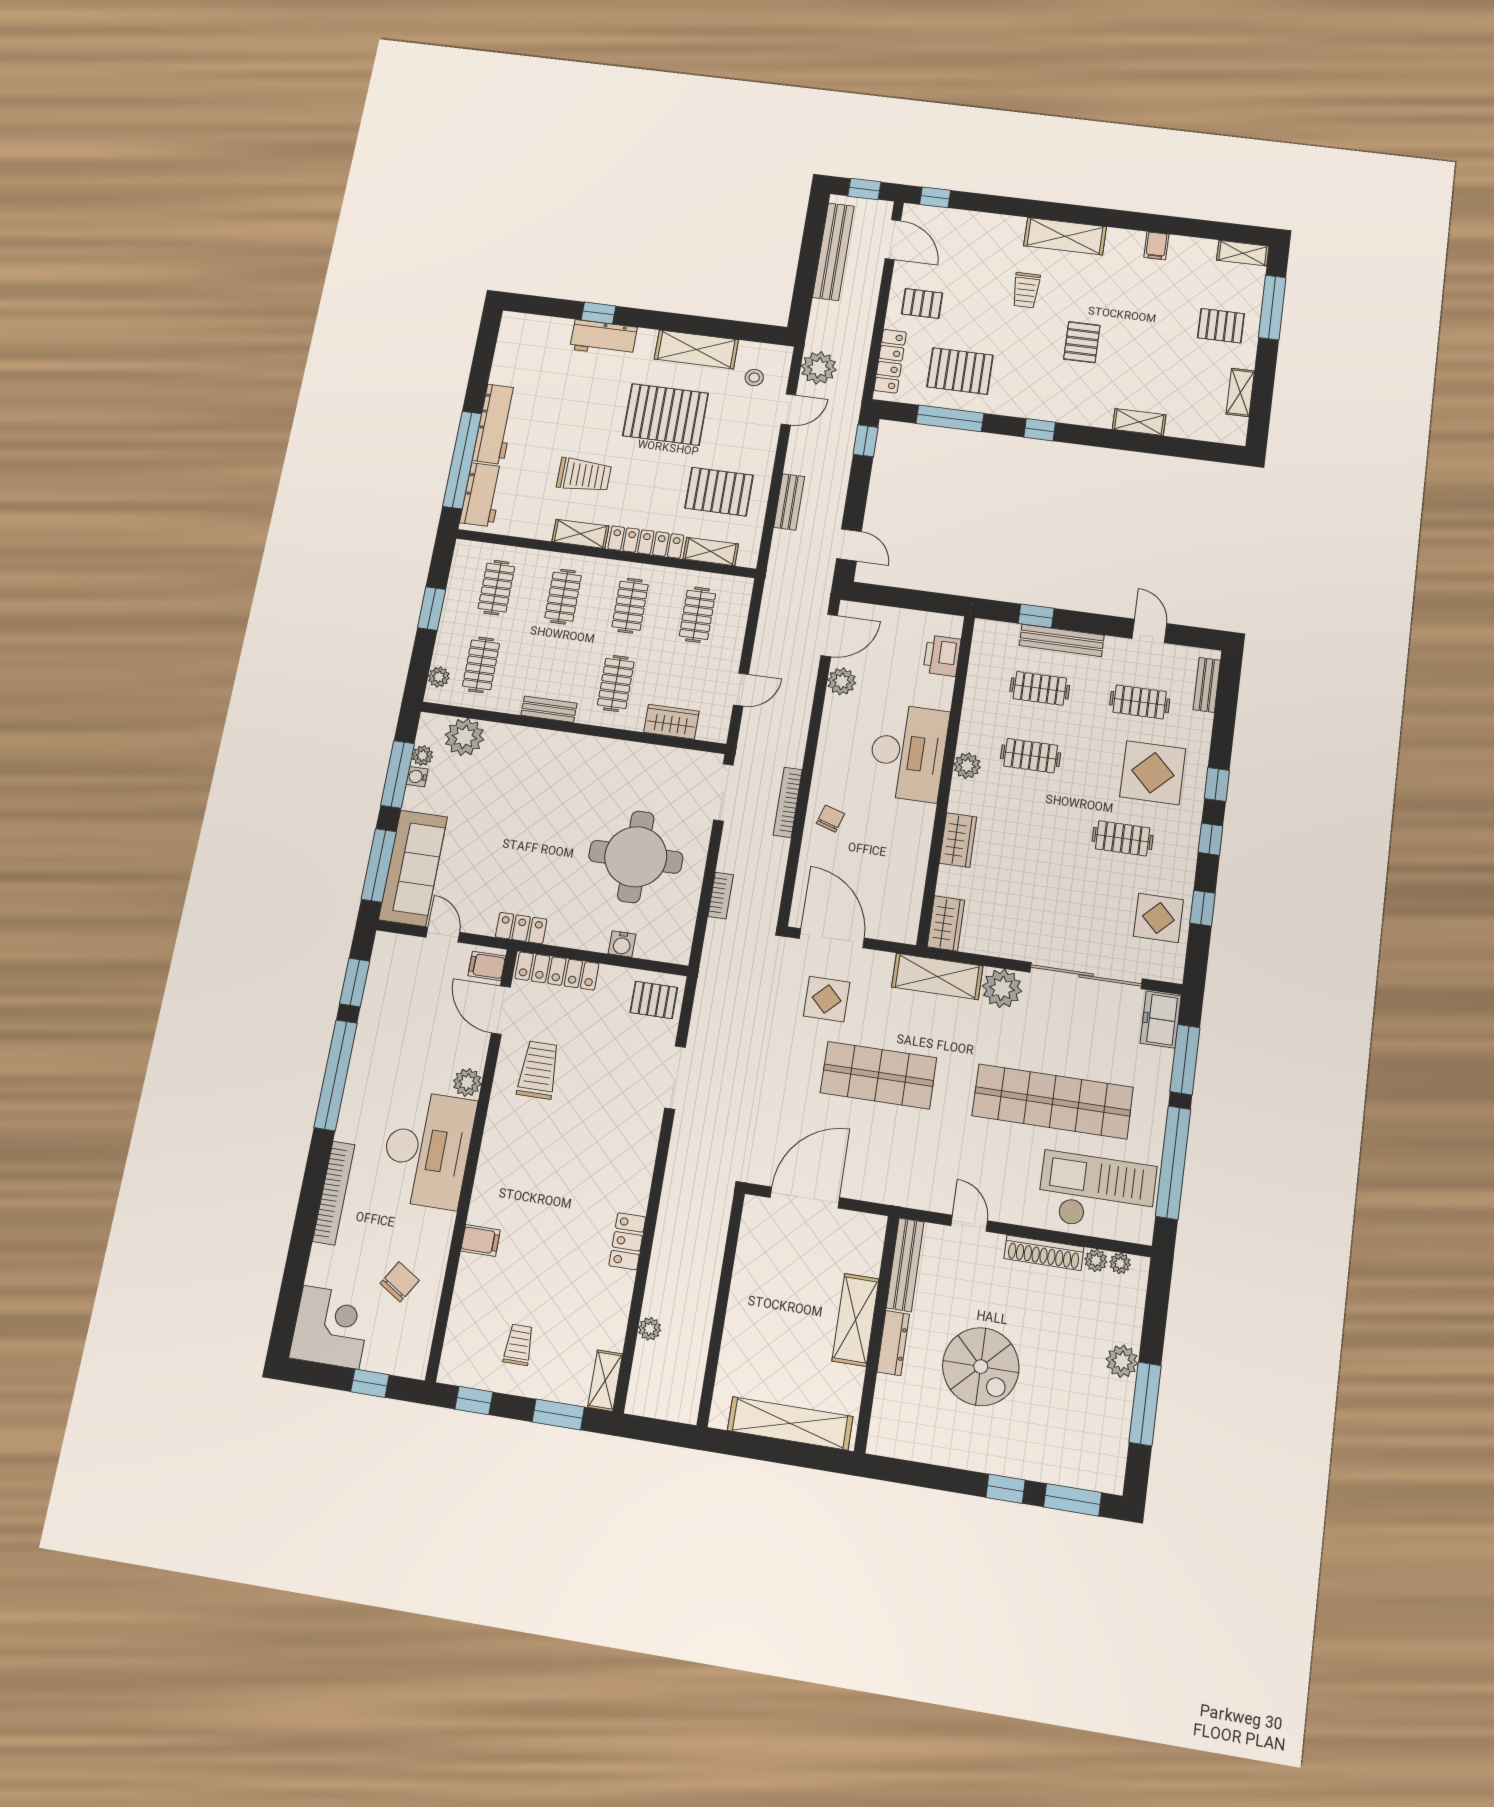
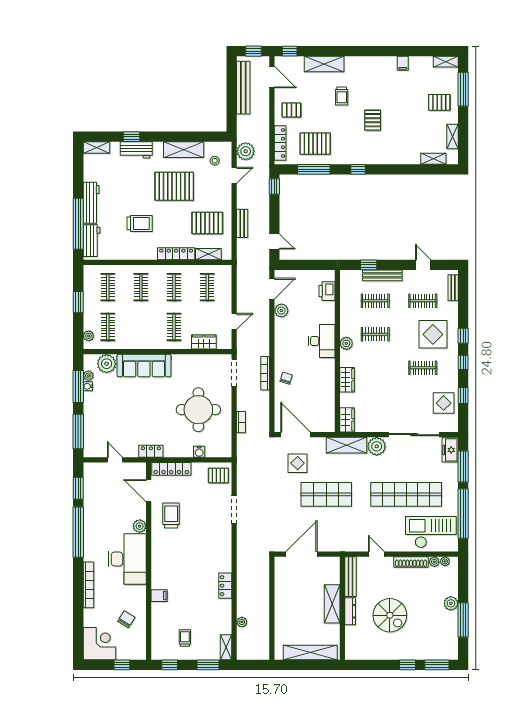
shelving: (1065, 236) -> (324, 64), moved
shelving: (1139, 422) -> (433, 159), moved
shelving: (580, 534) -> (96, 148), moved
bench: (549, 709) -> (144, 344), removed
desk: (908, 753) -> (322, 341), width x0.73, depth x0.77
sofa: (413, 868) -> (144, 366), moved, turned 90
filing cabinet: (487, 966) -> (138, 471), removed

